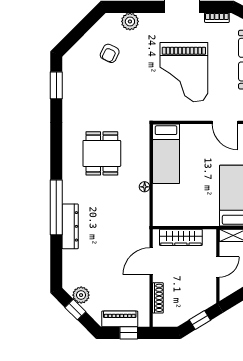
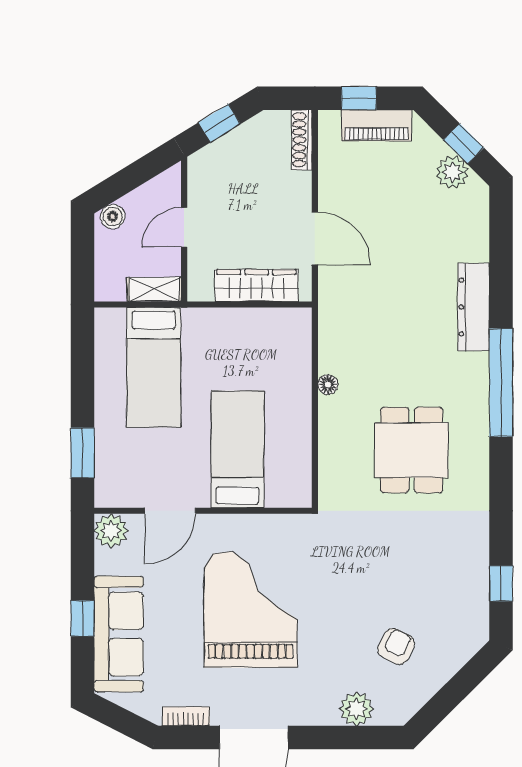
window: (56, 85) -> (501, 583), width x0.67
door: (225, 122) -> (170, 511), swing flipped
bed: (166, 154) -> (237, 449), moved
window: (56, 207) -> (501, 383), moved
door: (151, 261) -> (315, 238), hinge flipped
shoe rack: (158, 298) -> (302, 140), moved

